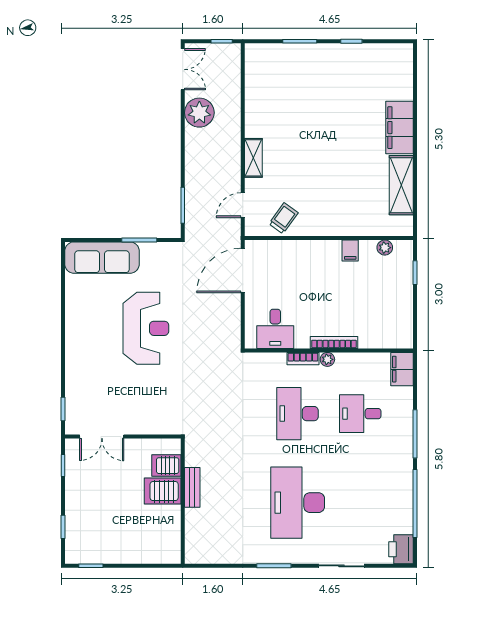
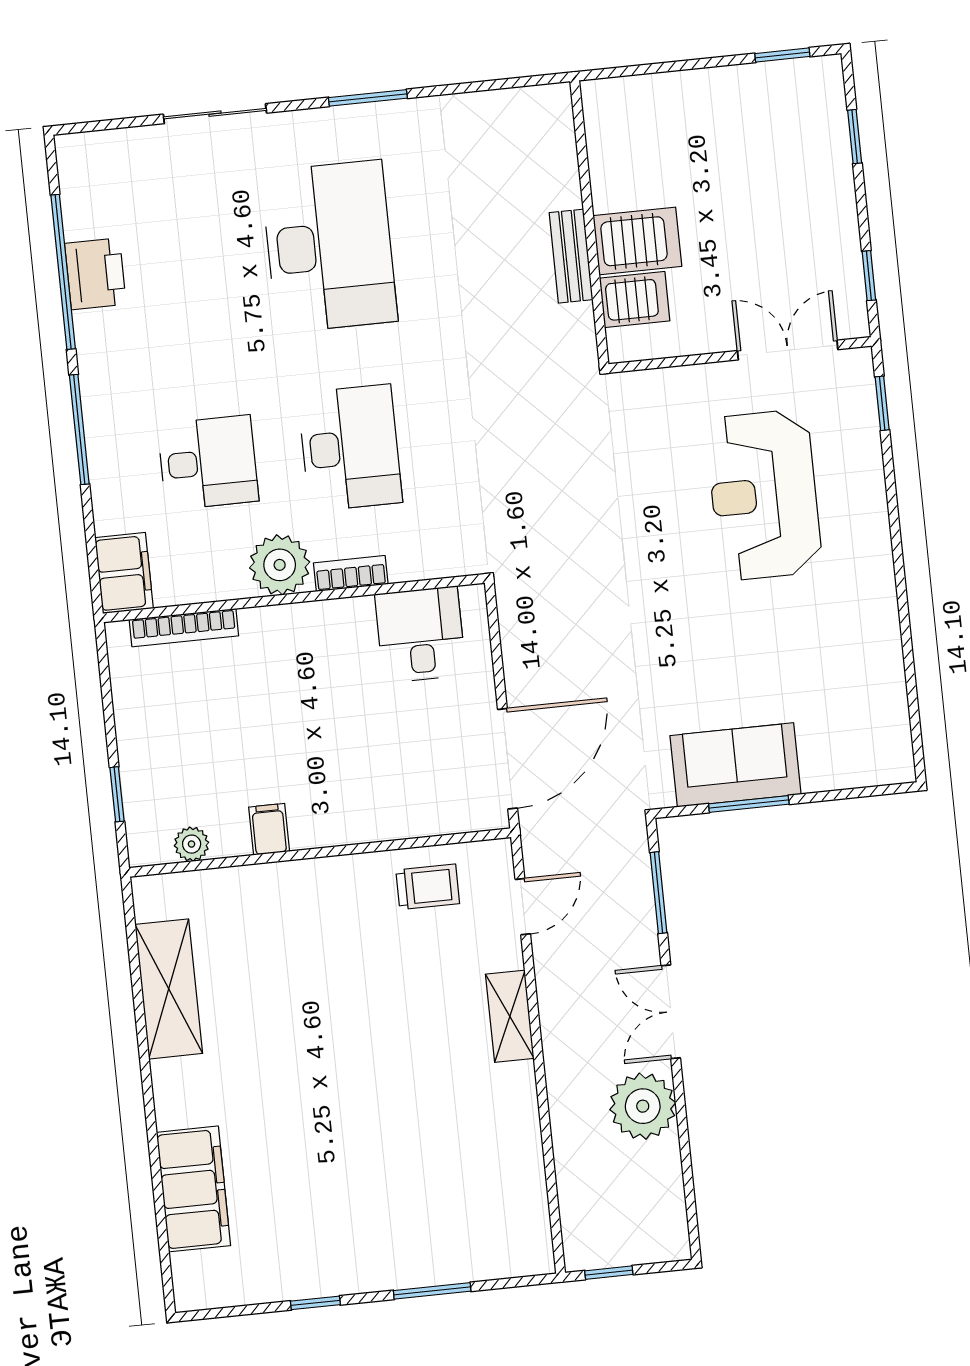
double door: (183, 69) -> (671, 1012), moved
filing cabinet: (400, 128) -> (193, 1189), moved
trolley: (283, 218) -> (428, 887), turned -126
sofa: (102, 258) -> (735, 765), moved, width x0.73
reception desk: (146, 328) -> (764, 495), moved
bookcase: (334, 342) -> (184, 628), moved
plant: (327, 359) -> (280, 565), width x1.87, depth x1.87
printer: (401, 549) -> (95, 274), moved

